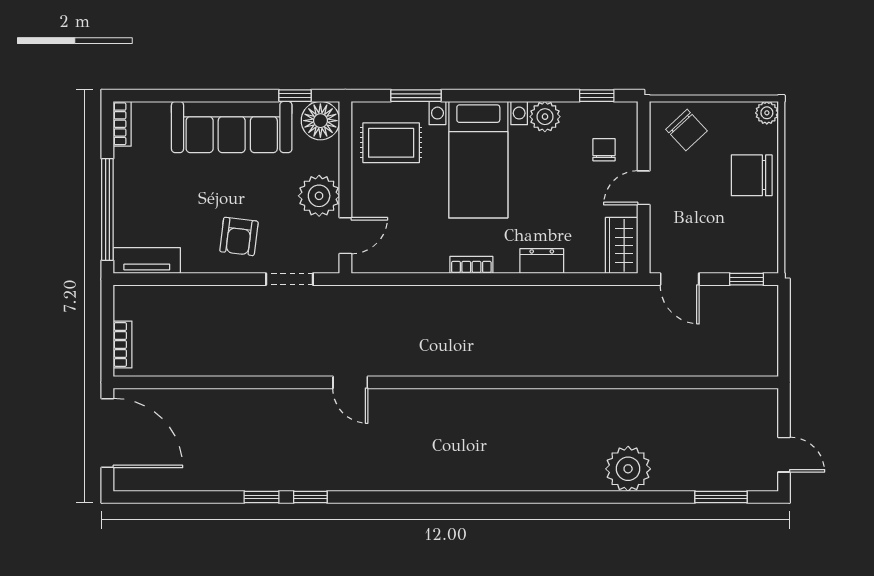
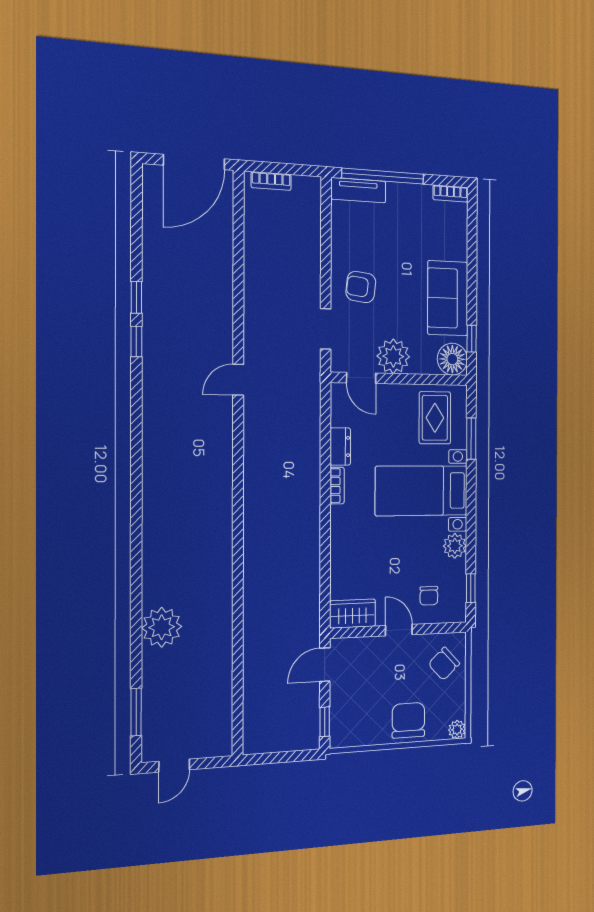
sofa: (232, 127) -> (448, 298), width x0.73
chair: (604, 150) -> (429, 596), turned 90
tv unit: (147, 261) -> (358, 190), moved, turned 90
dresser: (542, 261) -> (340, 446), moved

